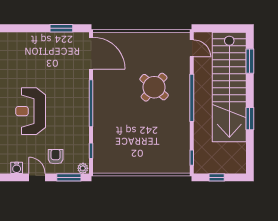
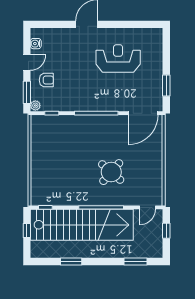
window: (217, 28) -> (166, 231), added
stairs: (229, 87) -> (82, 225), moved, turned 180
reception desk: (31, 111) -> (118, 59), moved
window: (250, 119) -> (71, 262), moved

